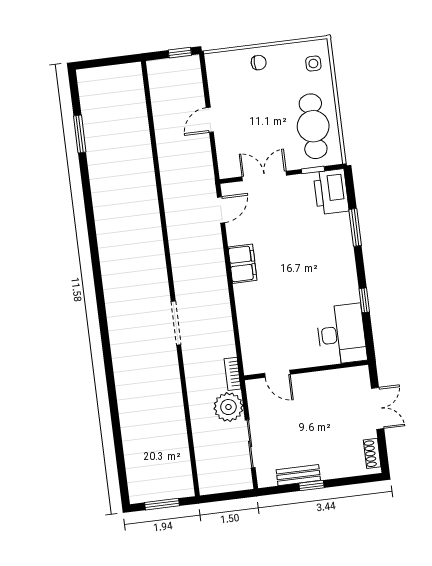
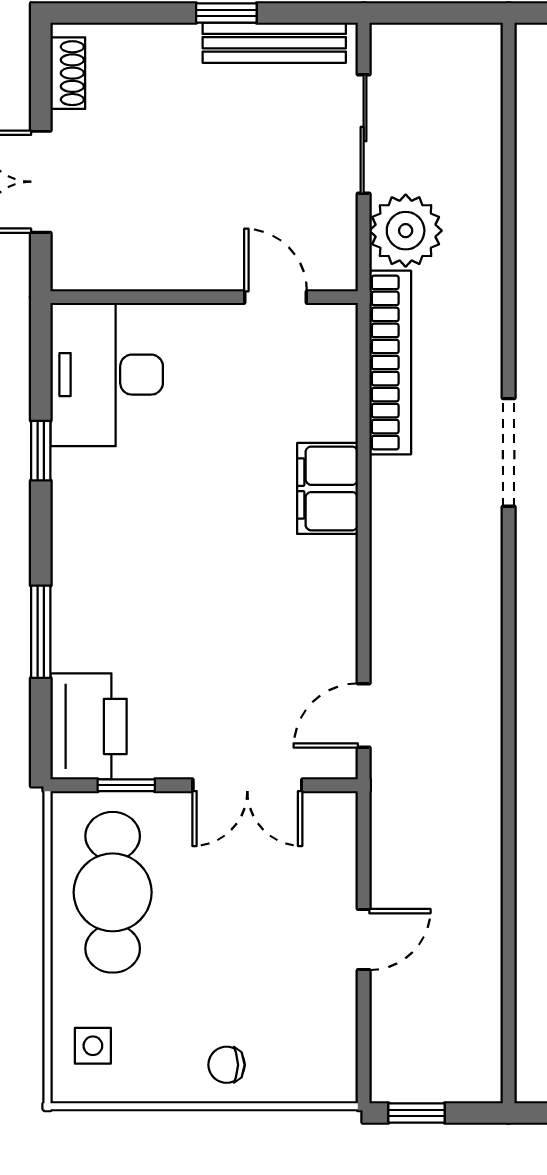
filing cabinet: (243, 264) -> (327, 488), moved
bookcase: (233, 374) -> (390, 363), width x2.31, depth x1.31
bench: (298, 475) -> (274, 43), width x1.36

